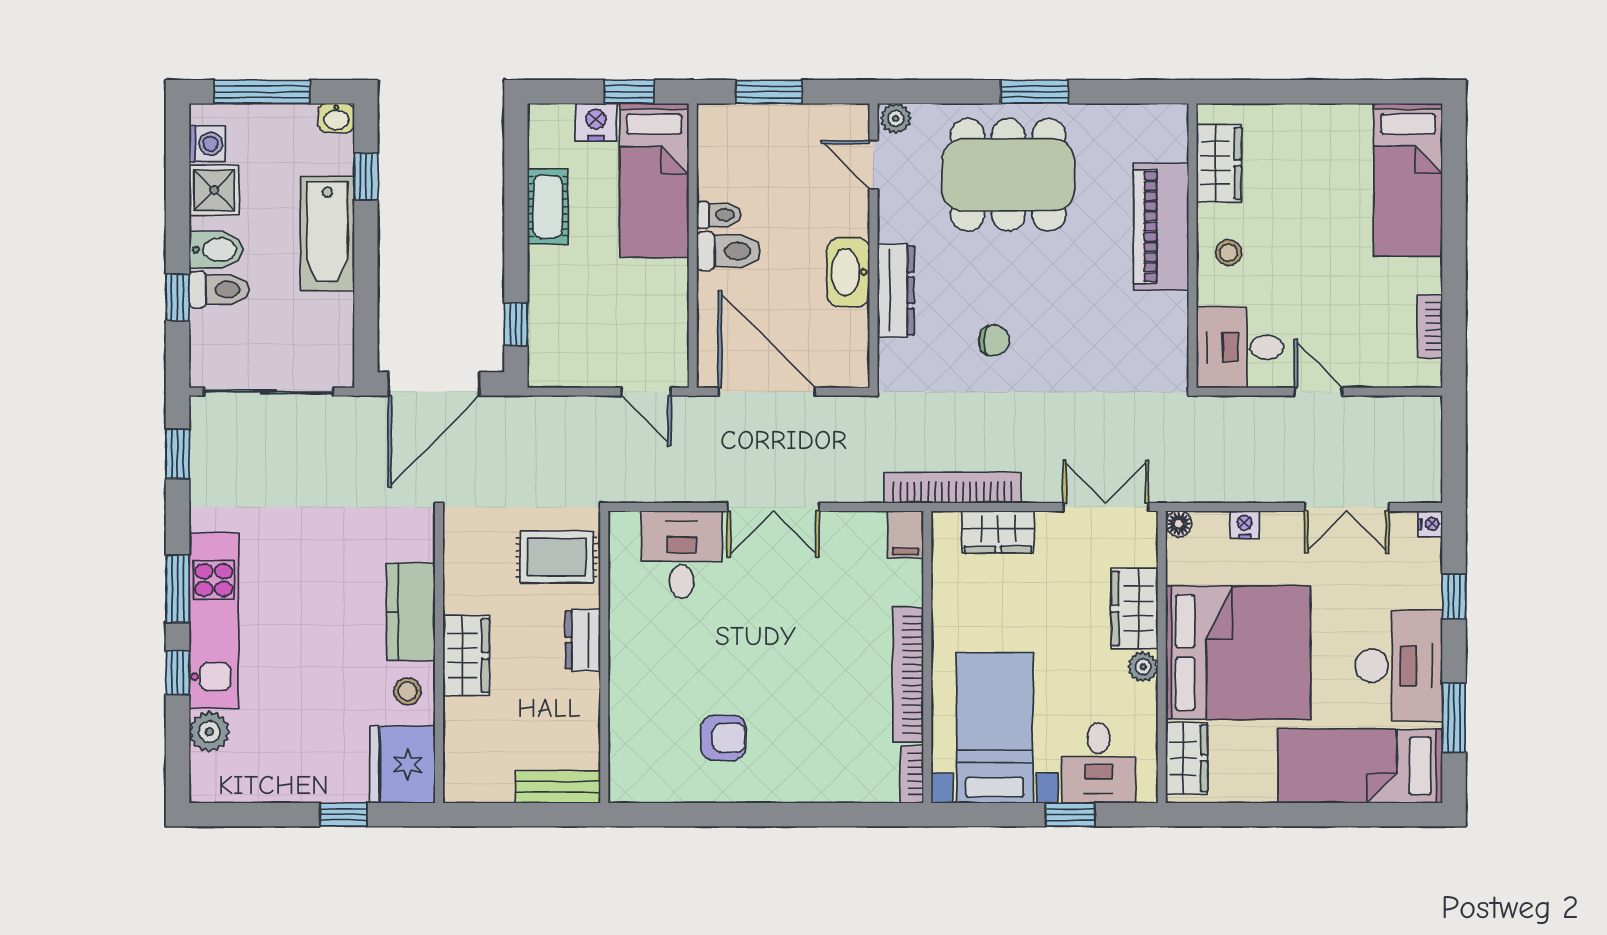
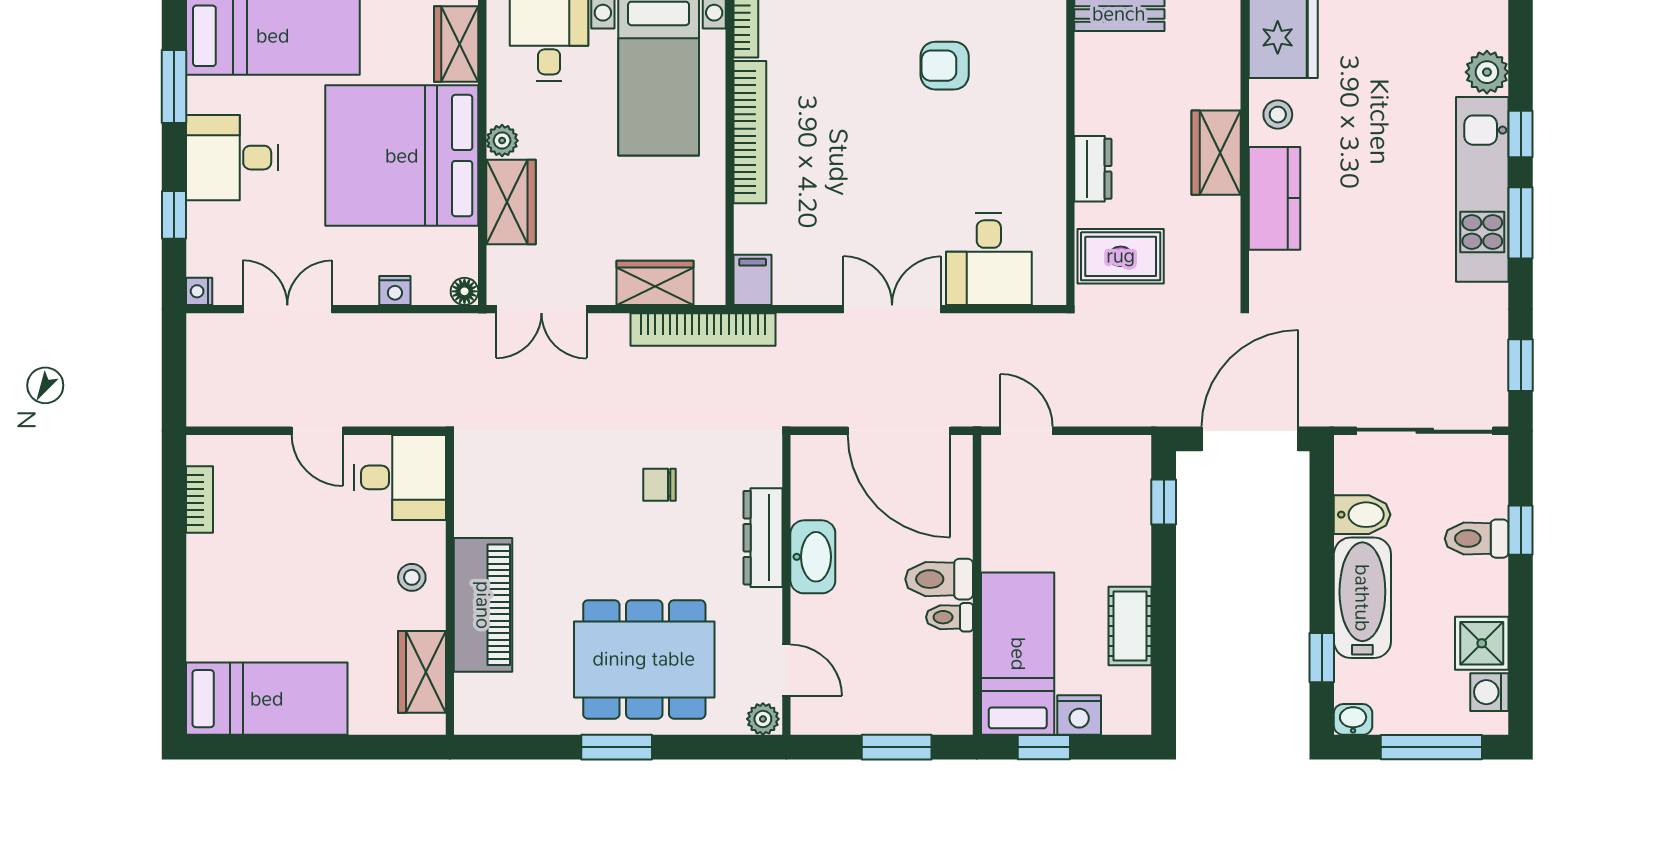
bed: (1408, 180) -> (267, 699), moved, turned 90
bidet: (216, 250) -> (1362, 515), moved, turned 180
desk: (1399, 666) -> (232, 158), width x0.73

